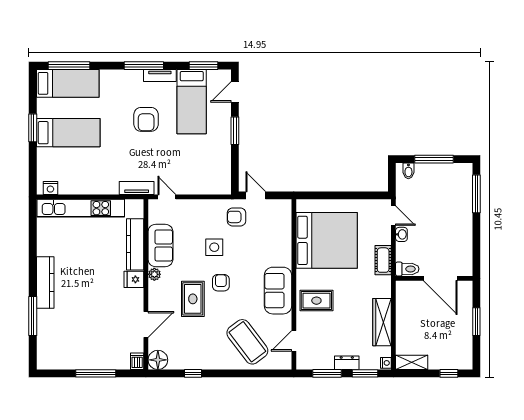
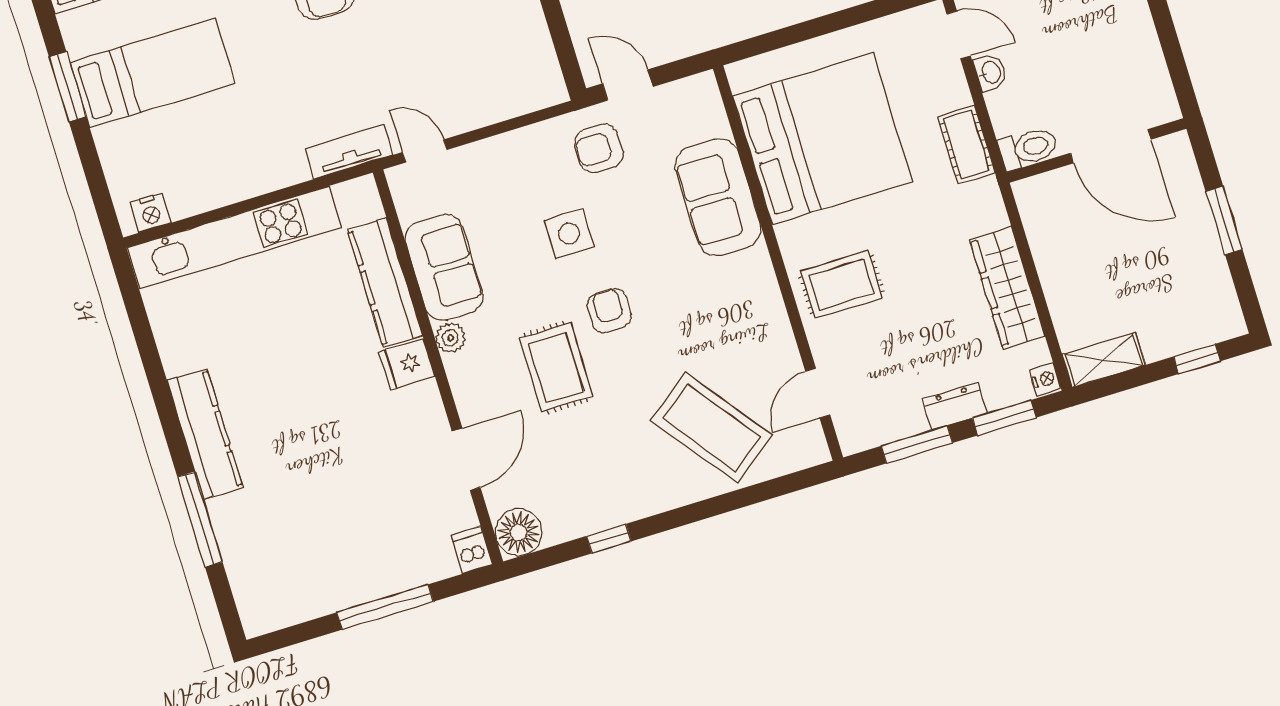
sofa: (278, 291) -> (718, 197), moved

